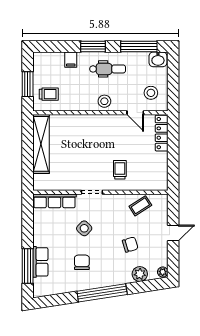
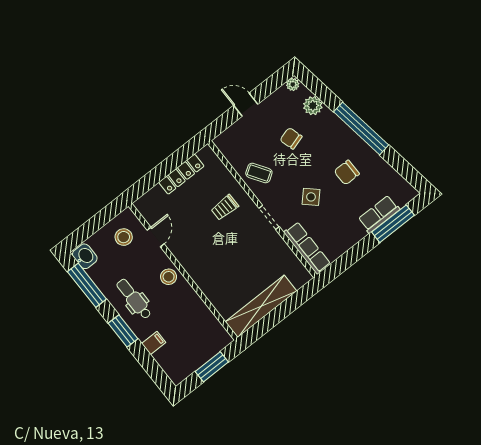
trolley: (49, 94) -> (205, 338), removed
locker: (162, 133) -> (181, 174), moved
coffee table: (140, 206) -> (259, 173), moved

